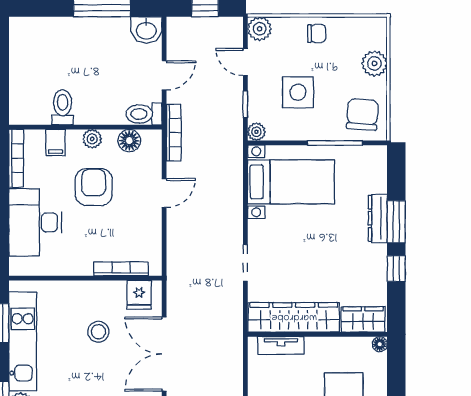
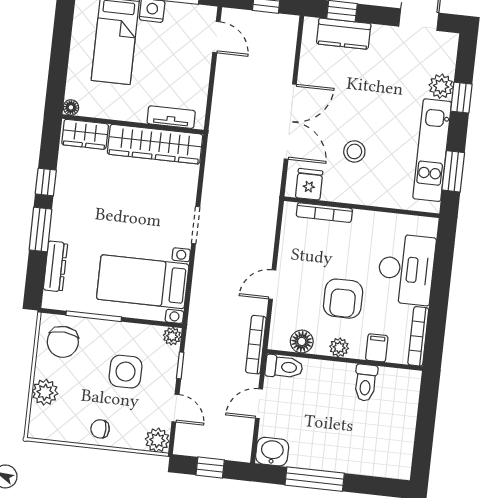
dresser: (378, 218) -> (55, 266), moved
doorway: (245, 263) -> (196, 225), moved

